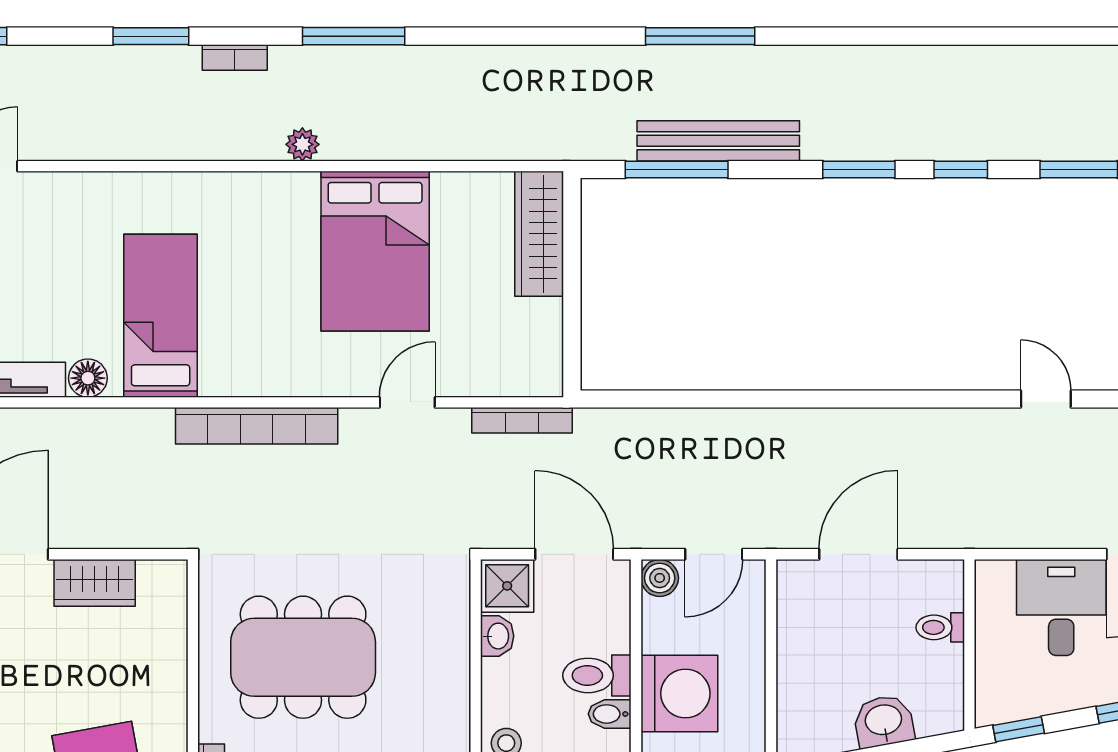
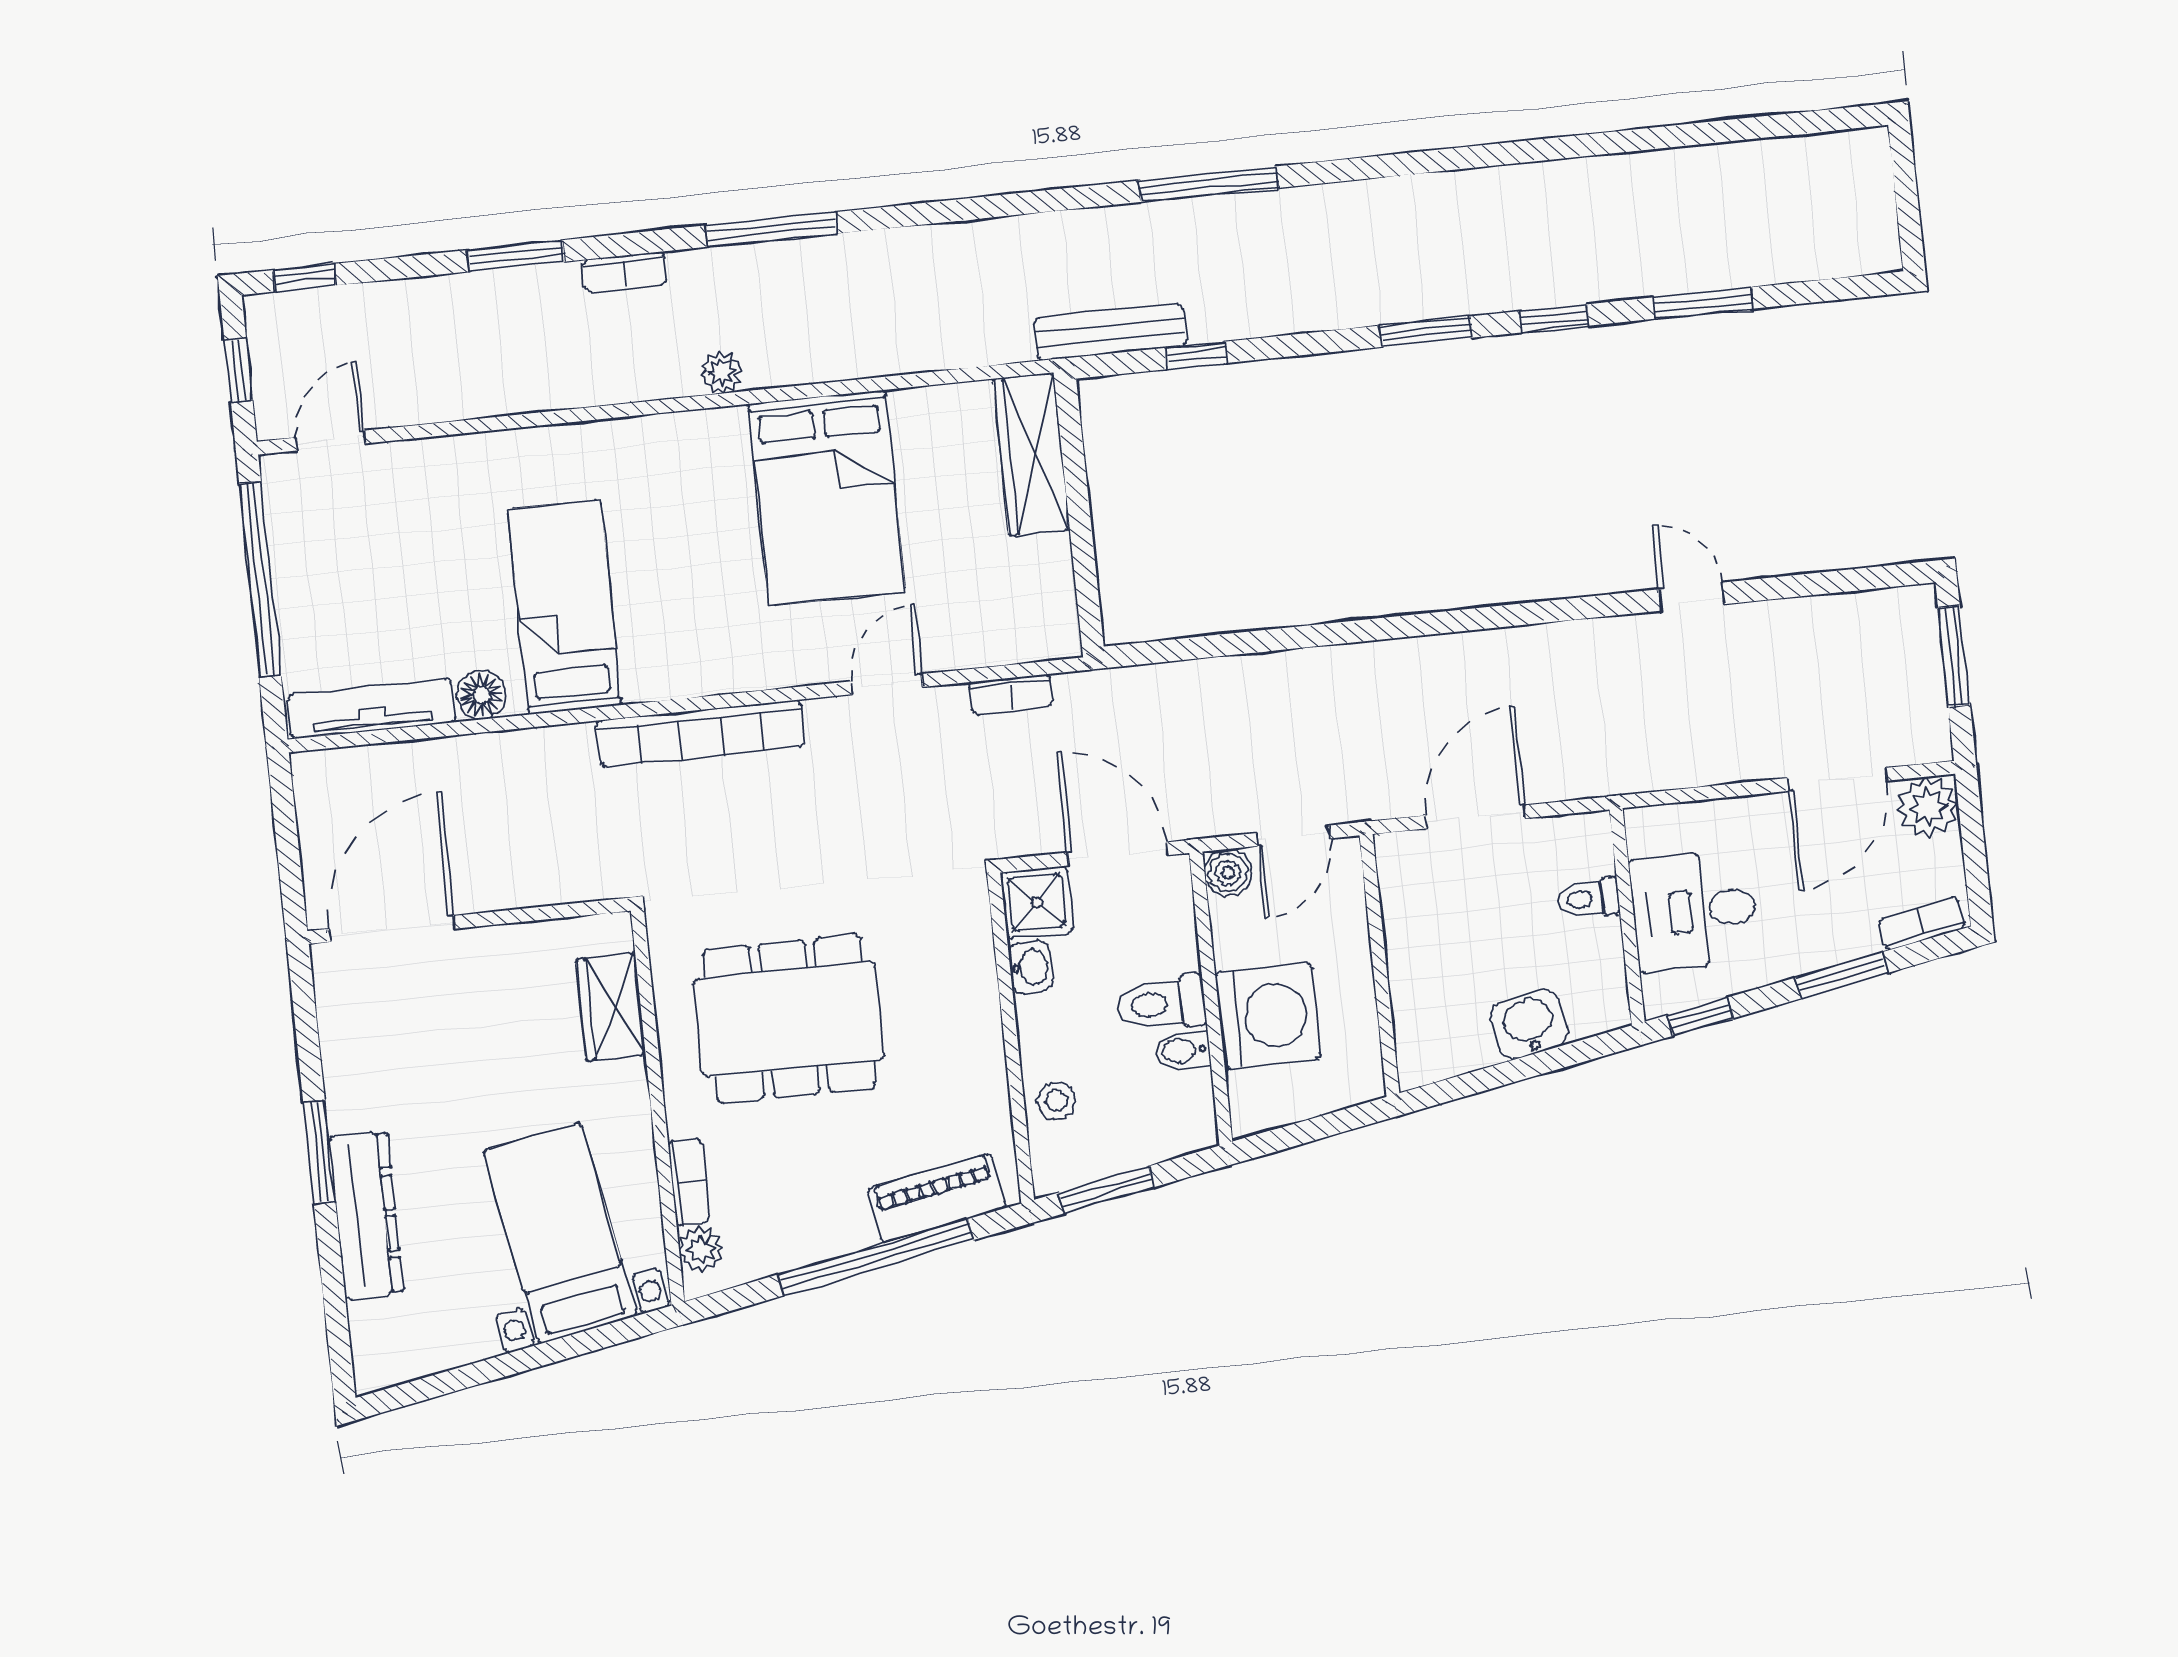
bench: (718, 141) -> (1110, 332), moved, width x0.73, depth x0.82
window: (677, 169) -> (1196, 355), width x0.46
bookcase: (522, 420) -> (1011, 694), width x0.64
wardrobe: (95, 583) -> (611, 1007), moved, turned 90
desk: (1061, 607) -> (1694, 911), moved, turned -90

